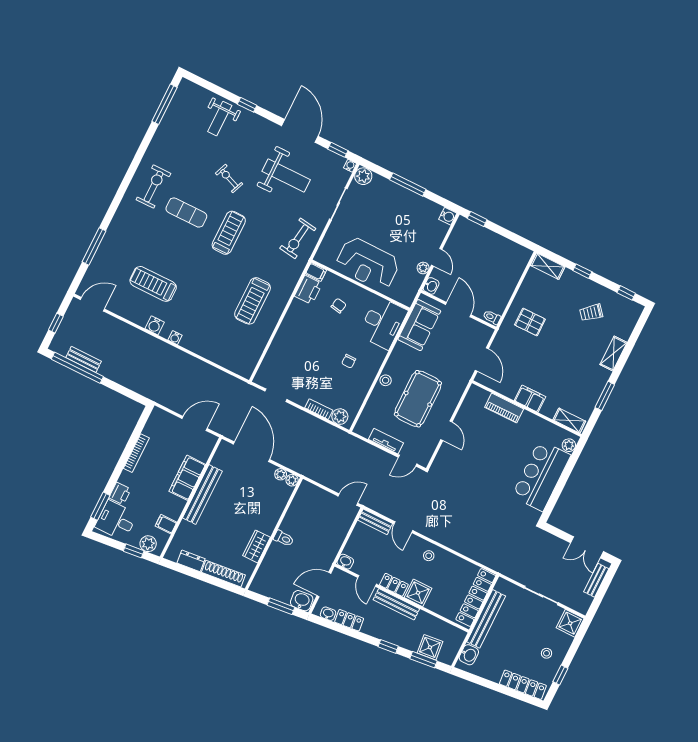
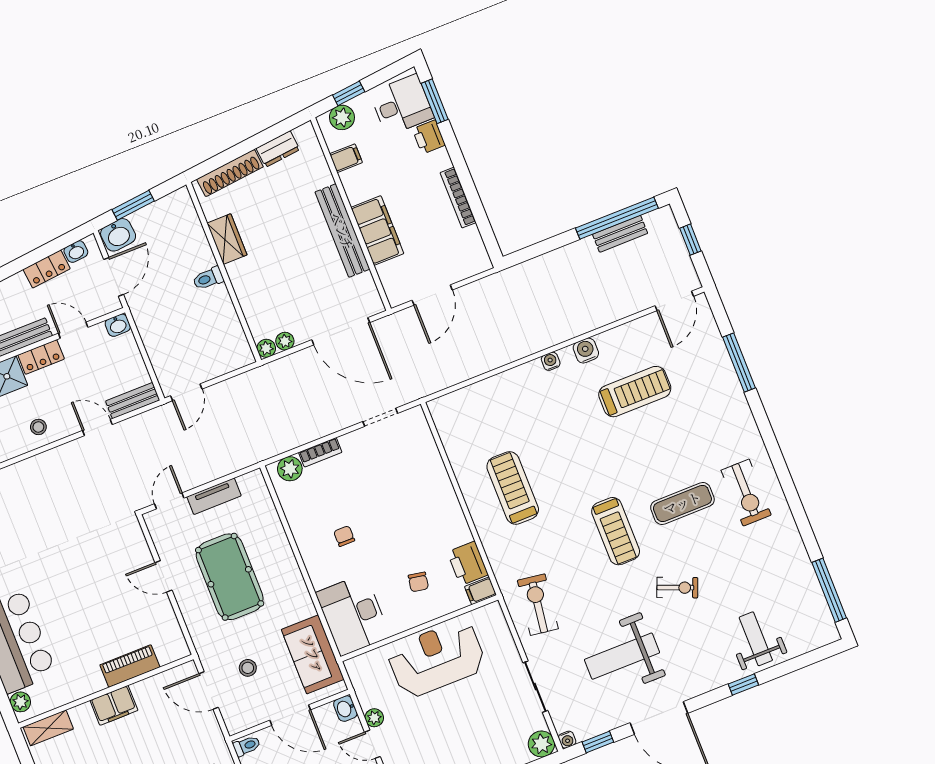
stool: (386, 380) -> (248, 668), moved

